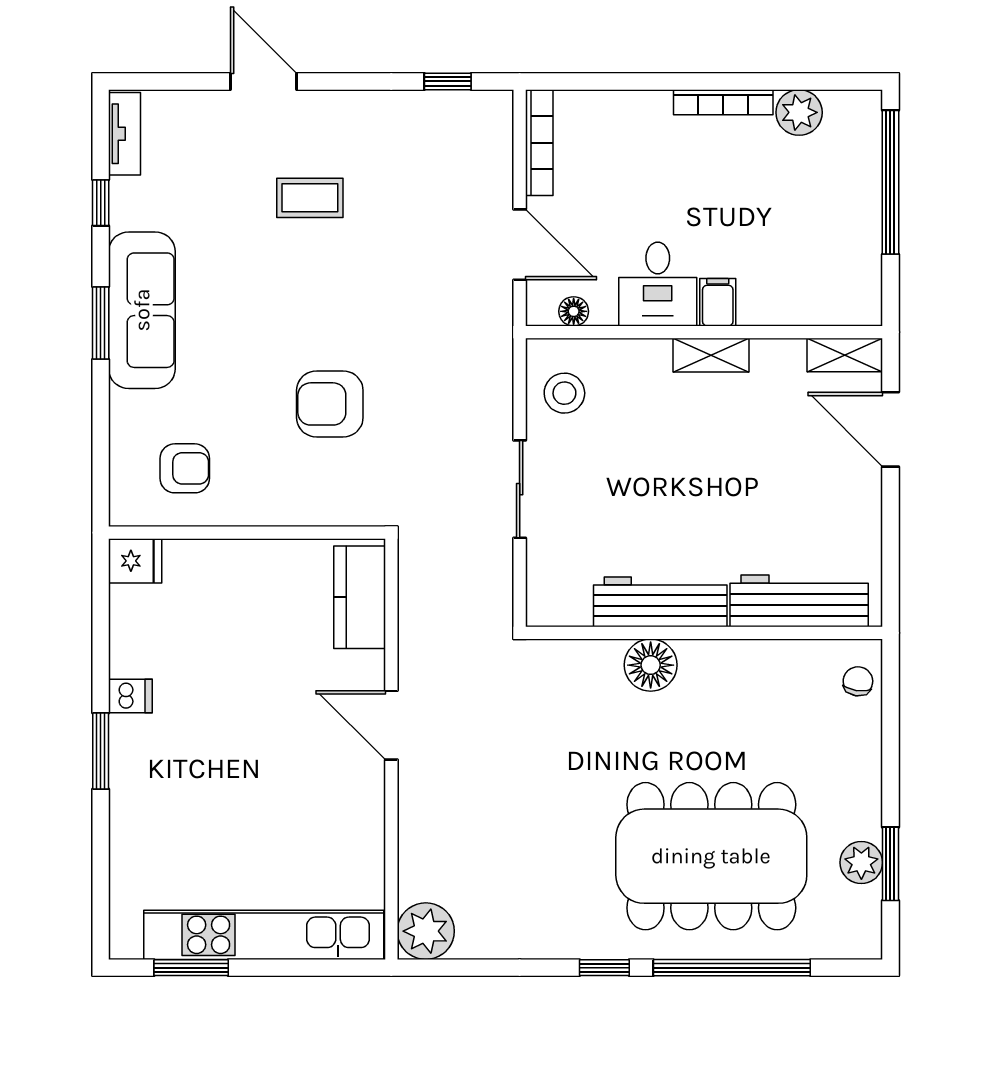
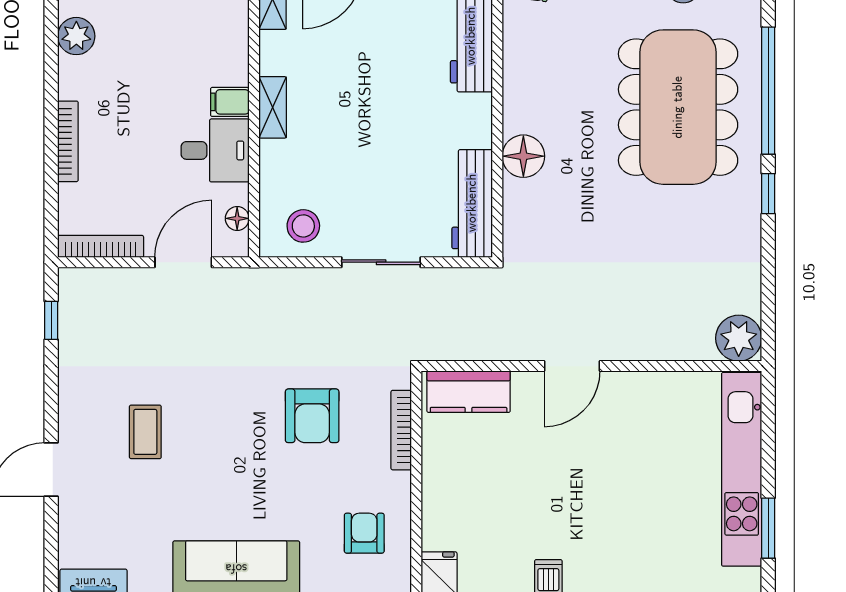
bookcase: (723, 102) -> (68, 141), moved
bookcase: (312, 514) -> (401, 430), added
workbench: (660, 602) -> (472, 203), moved

